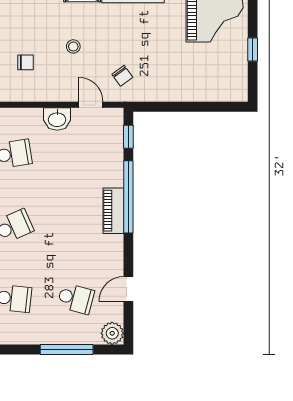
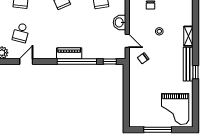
window: (253, 50) -> (158, 130), width x2.17
door: (91, 105) -> (127, 41), hinge flipped
door: (128, 289) -> (26, 62), hinge flipped

